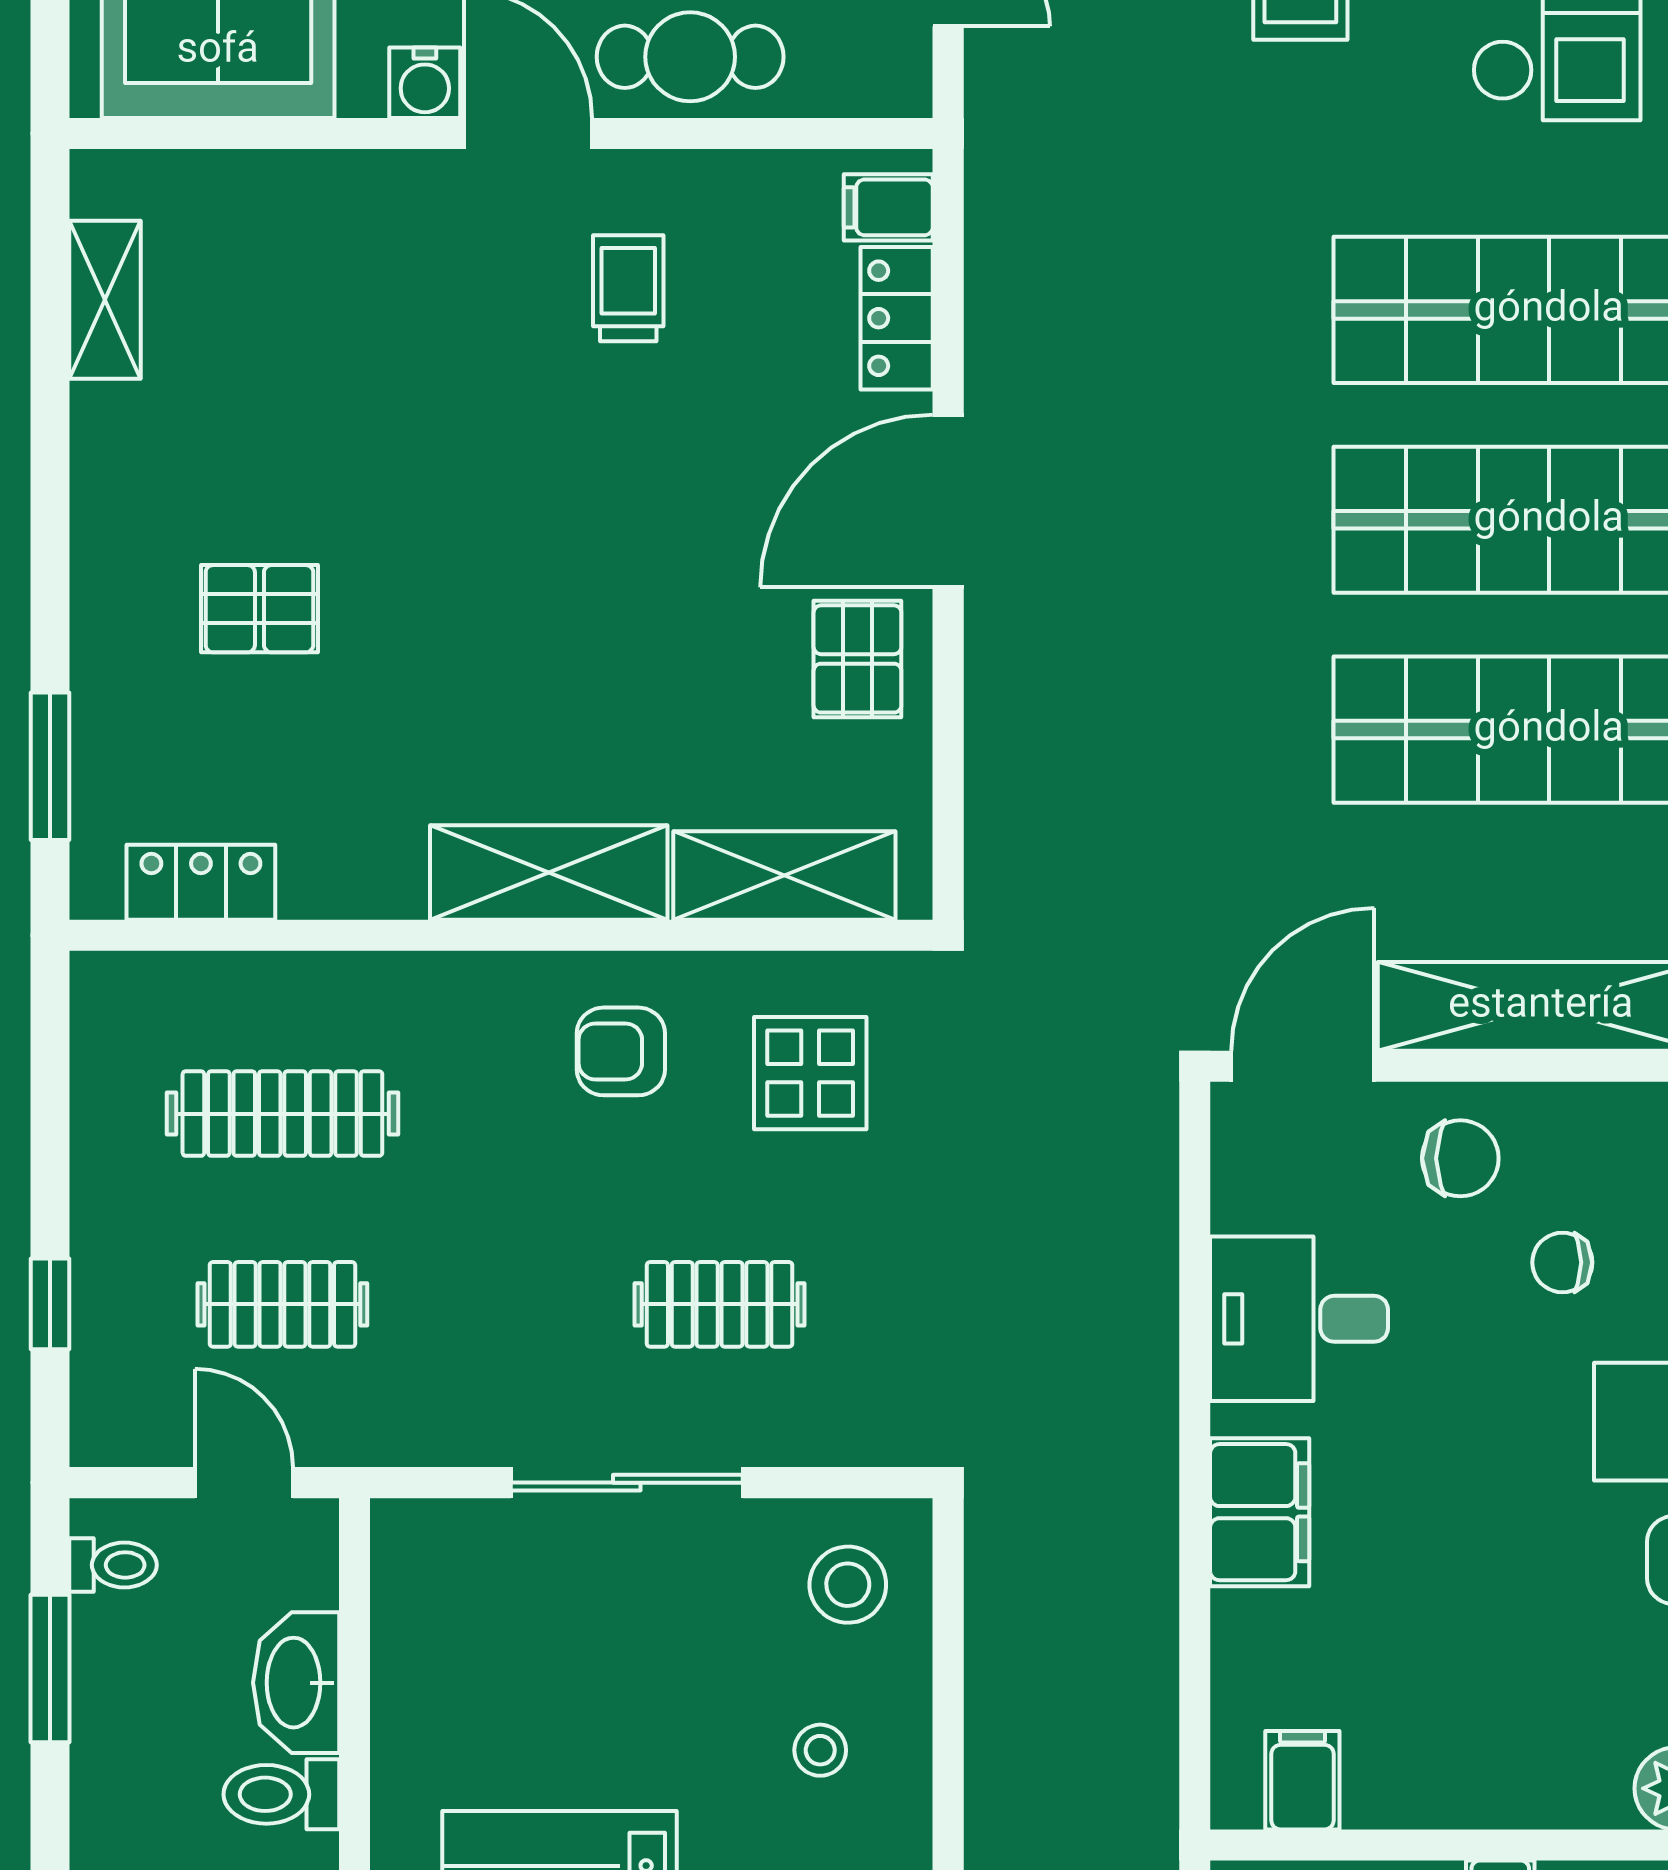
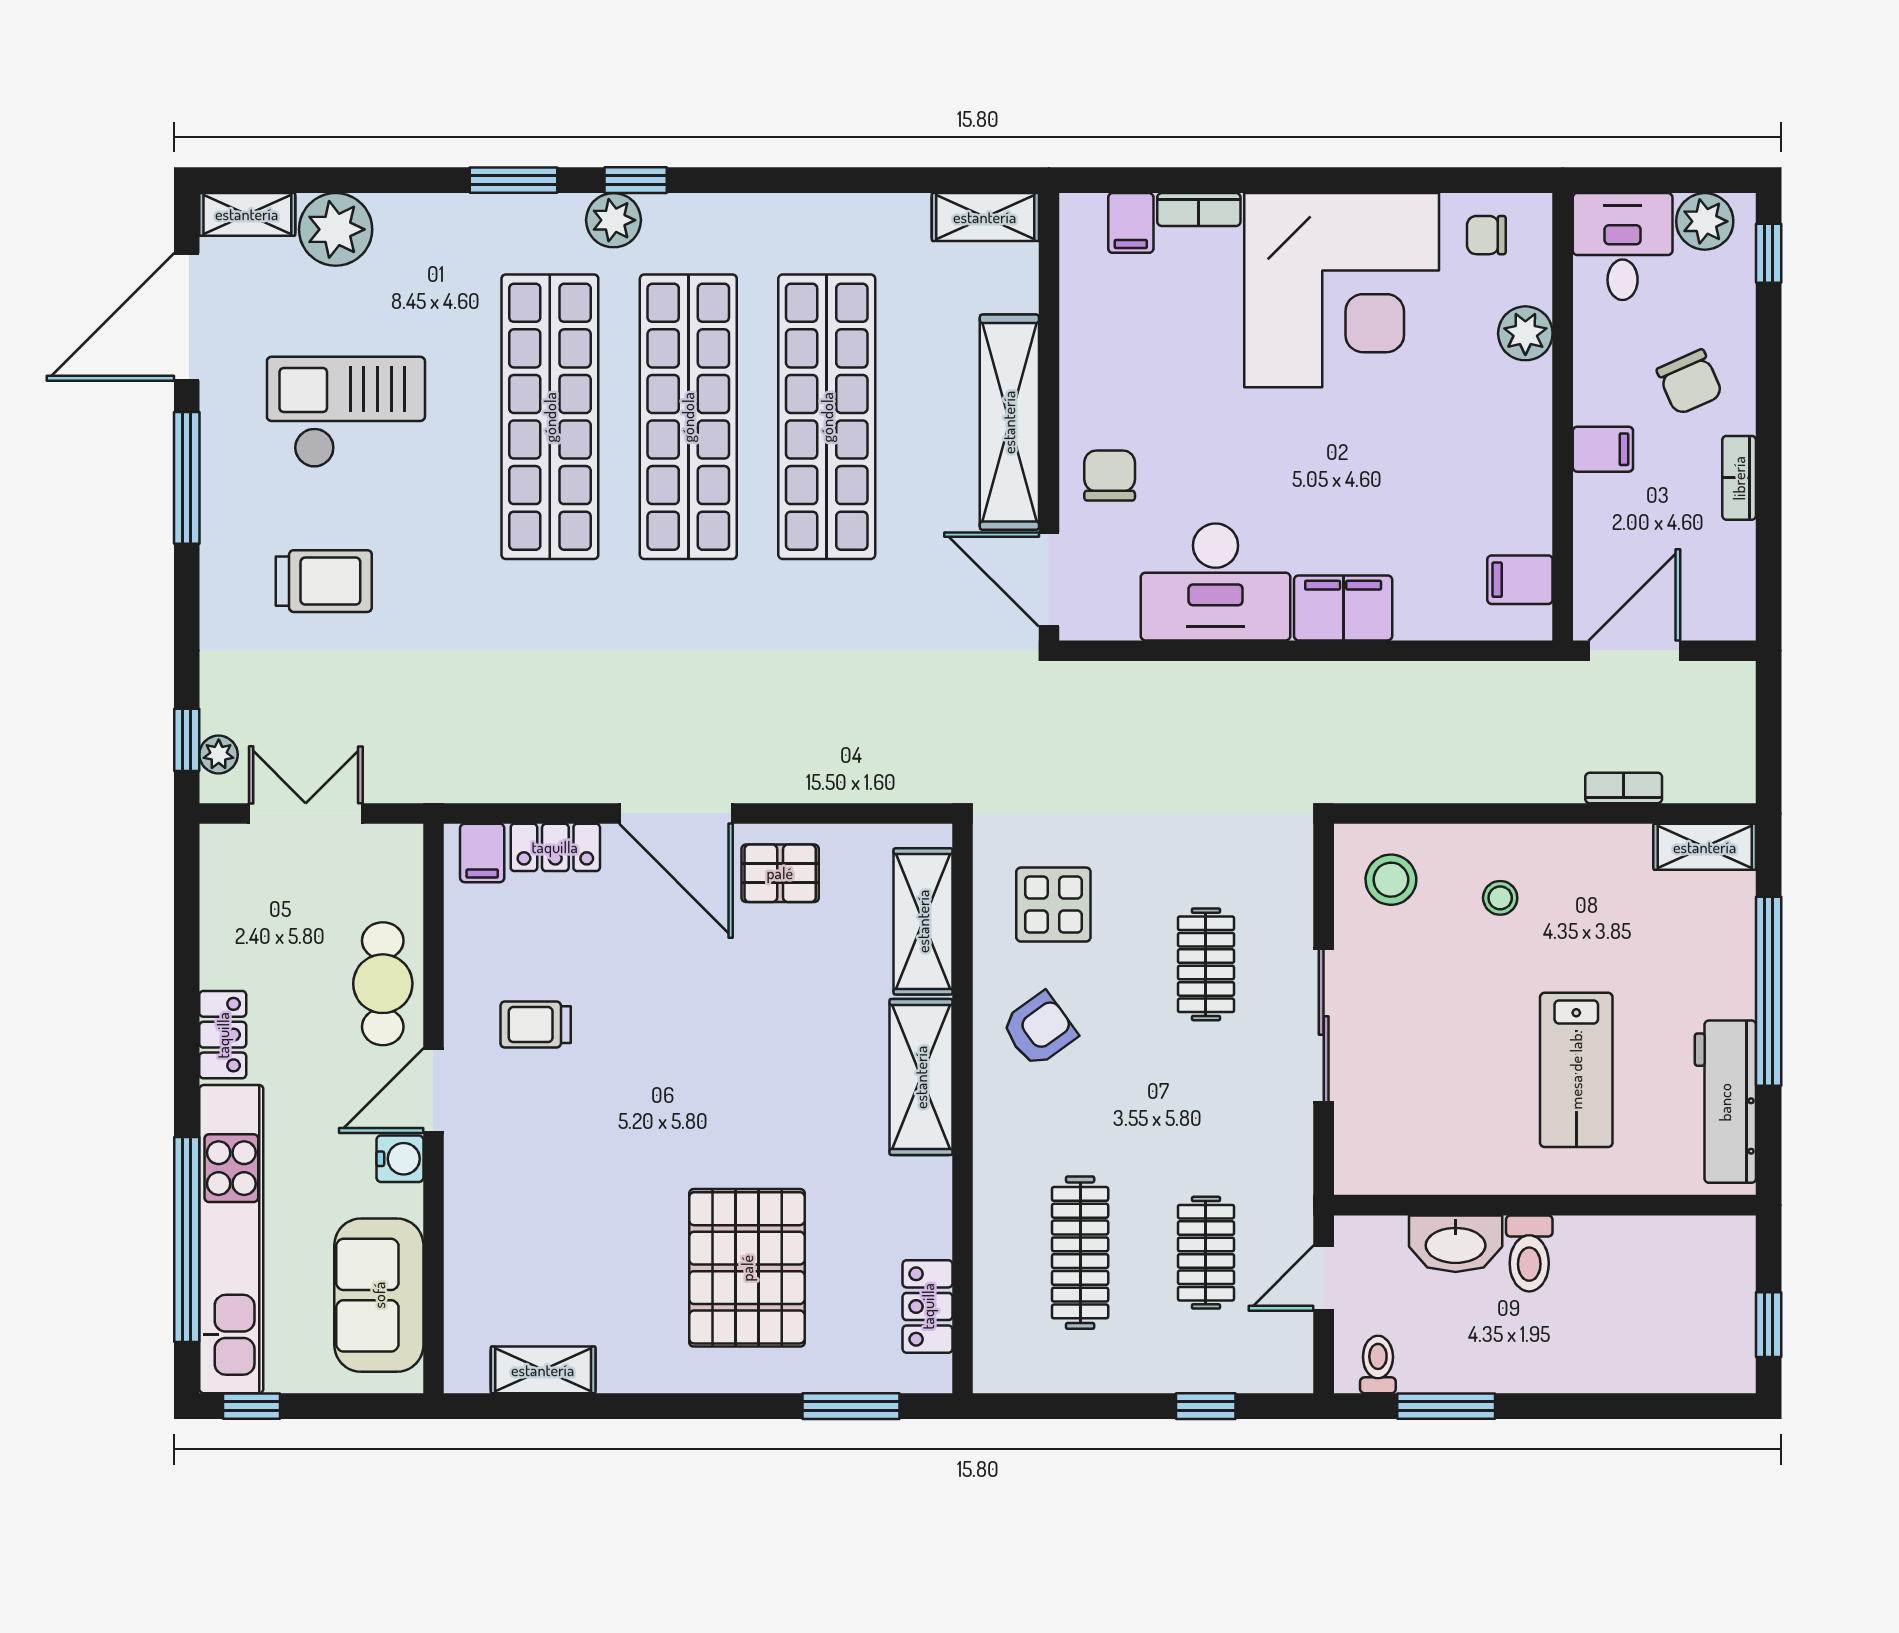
pallet: (259, 609) -> (747, 1268), width x2.05, depth x2.00
armchair: (621, 1051) -> (1039, 1029), turned -126
chair: (1562, 1262) -> (1178, 408), removed
desk: (1299, 1319) -> (1216, 582), width x1.37

